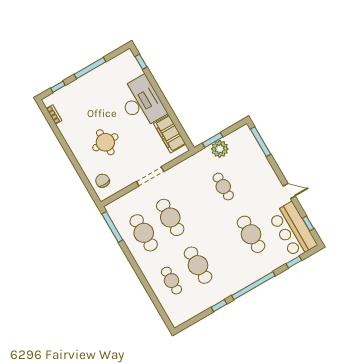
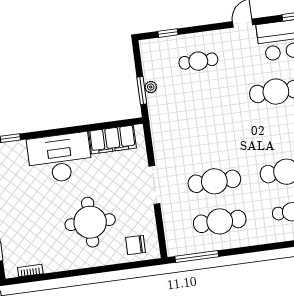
round table: (105, 142) -> (90, 222), width x1.36, depth x1.36
window: (261, 142) -> (168, 33), width x0.46
plant: (220, 149) -> (151, 87), width x0.53, depth x0.53
cafe table: (223, 187) -> (198, 61), moved

